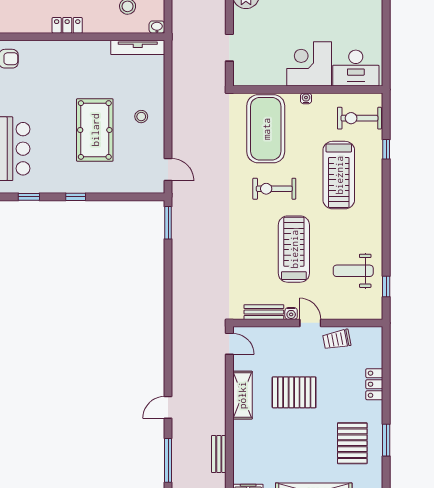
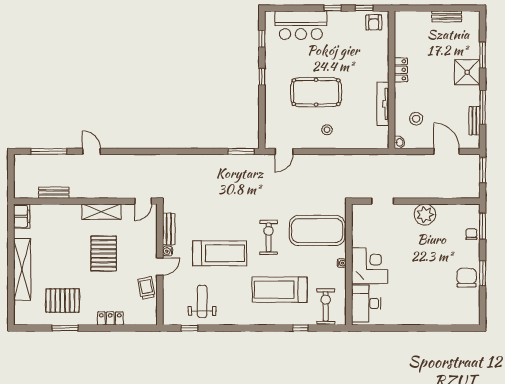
tv unit: (138, 47) -> (383, 104), moved

